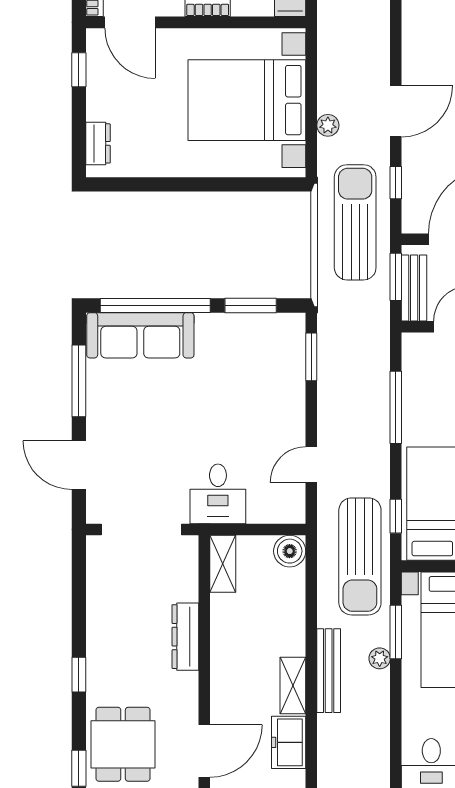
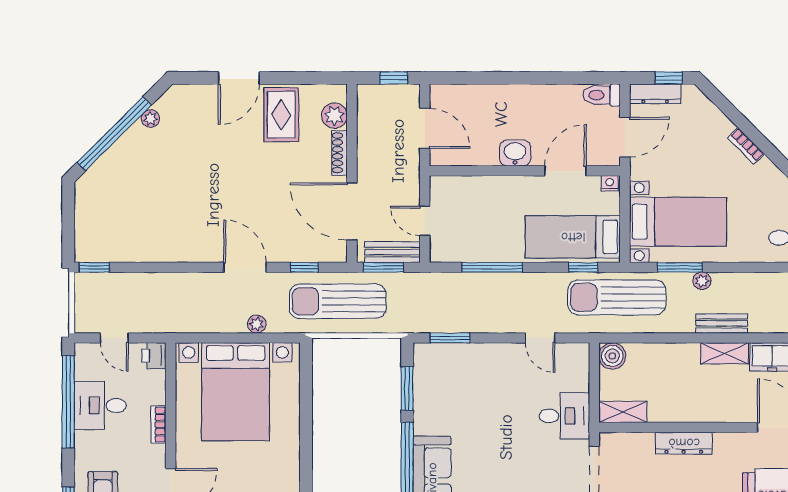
sun lounger: (360, 556) -> (617, 297), turned 180
bench: (329, 671) -> (722, 323), width x0.73

